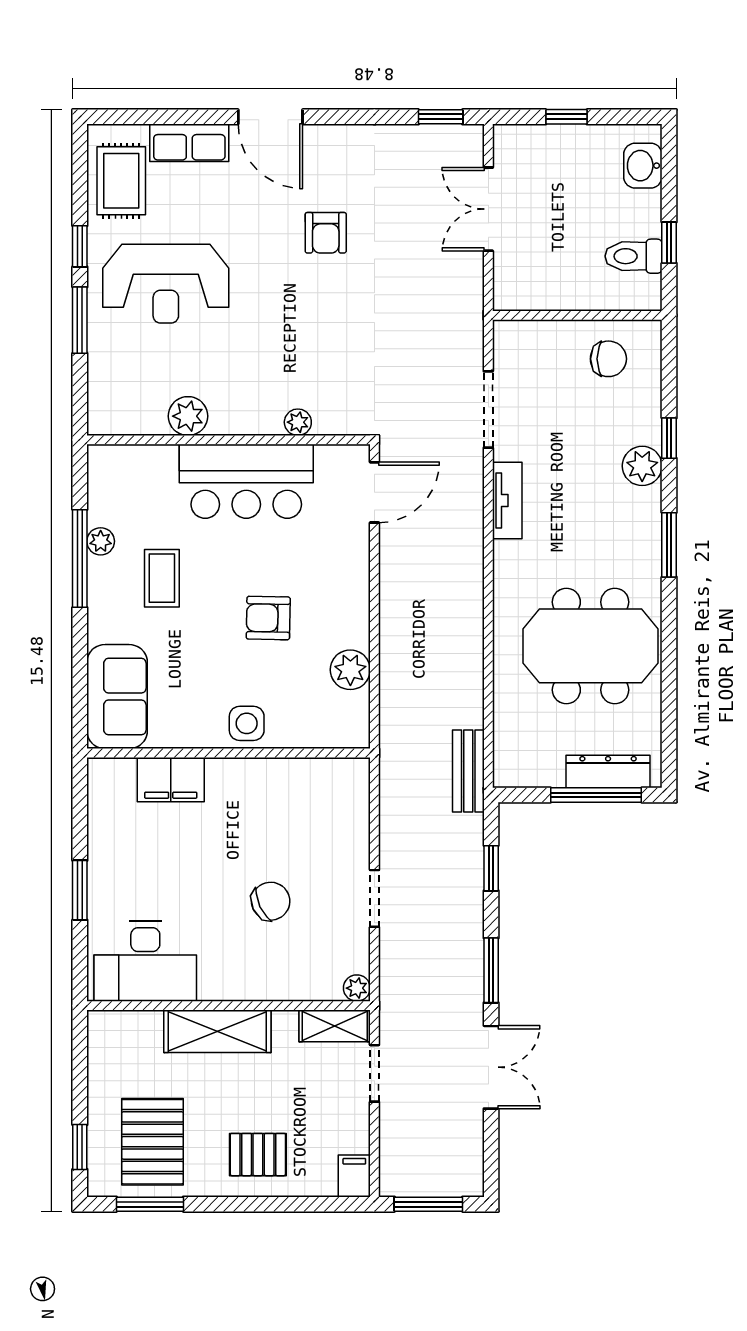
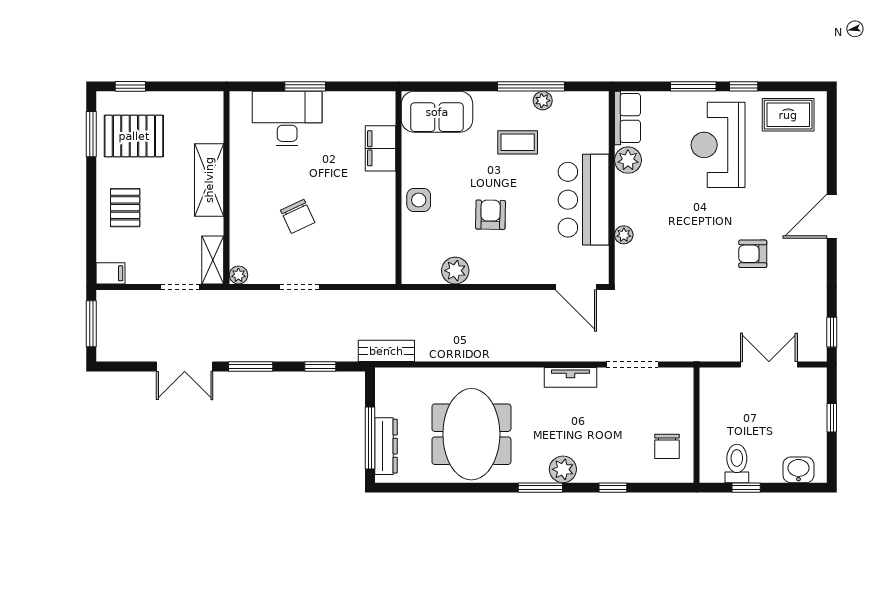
row of seats: (189, 143) -> (627, 118), moved, turned 180
plant: (642, 466) -> (563, 469), moved
desk: (145, 961) -> (287, 119), moved, turned 90

